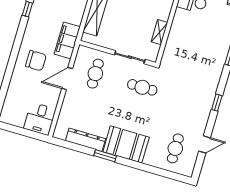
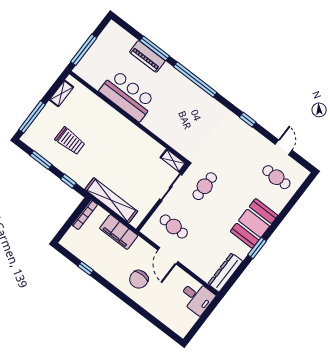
shelving: (159, 32) -> (173, 161), moved
filing cabinet: (67, 40) -> (119, 232), moved
chair: (36, 61) -> (139, 279), turned 180
dresser: (86, 140) -> (225, 272), moved

